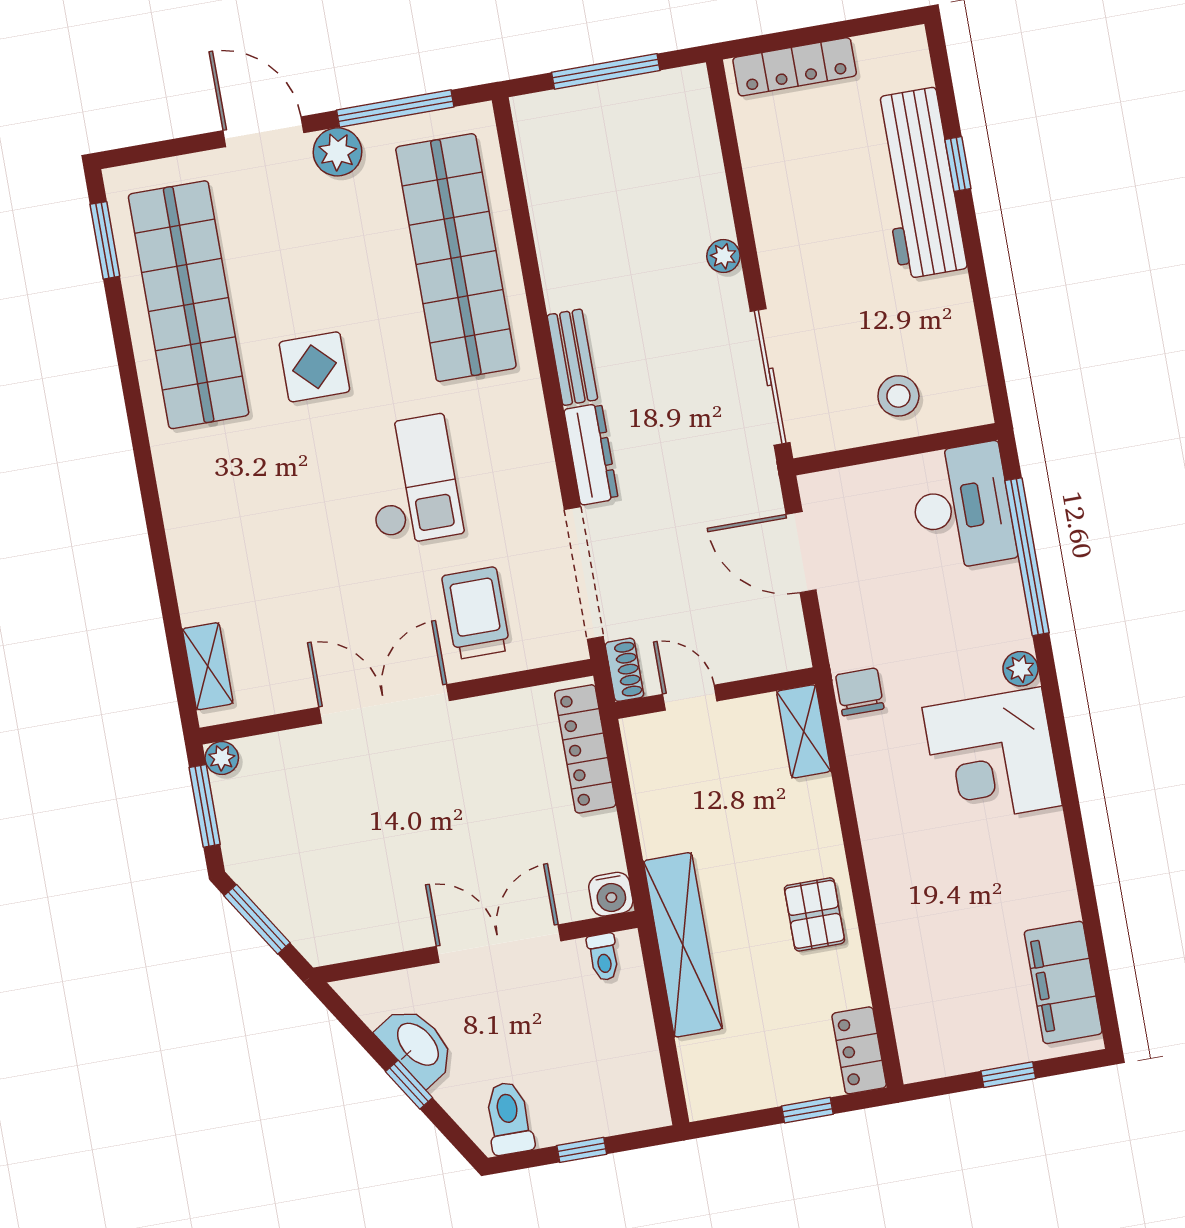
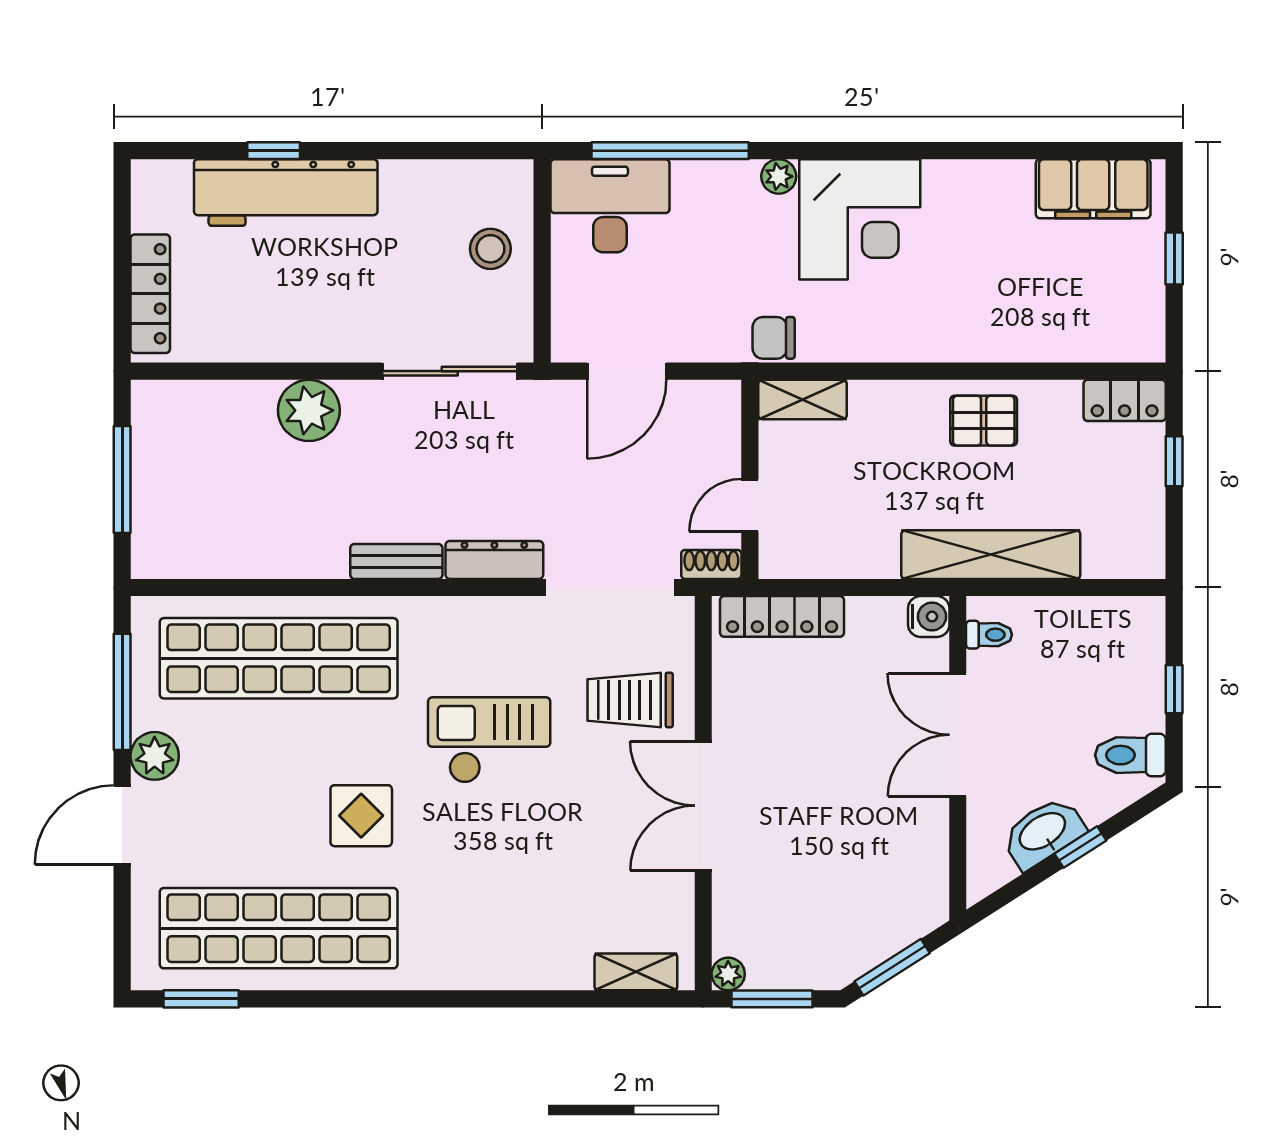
plant: (723, 256) -> (309, 410), width x1.88, depth x1.88

